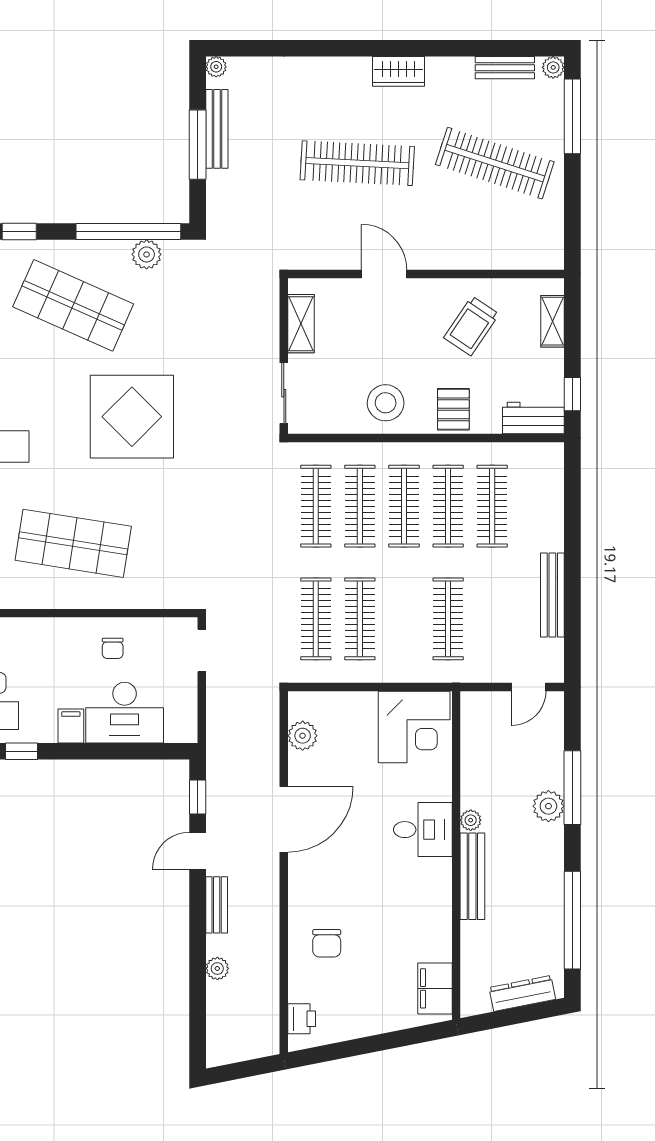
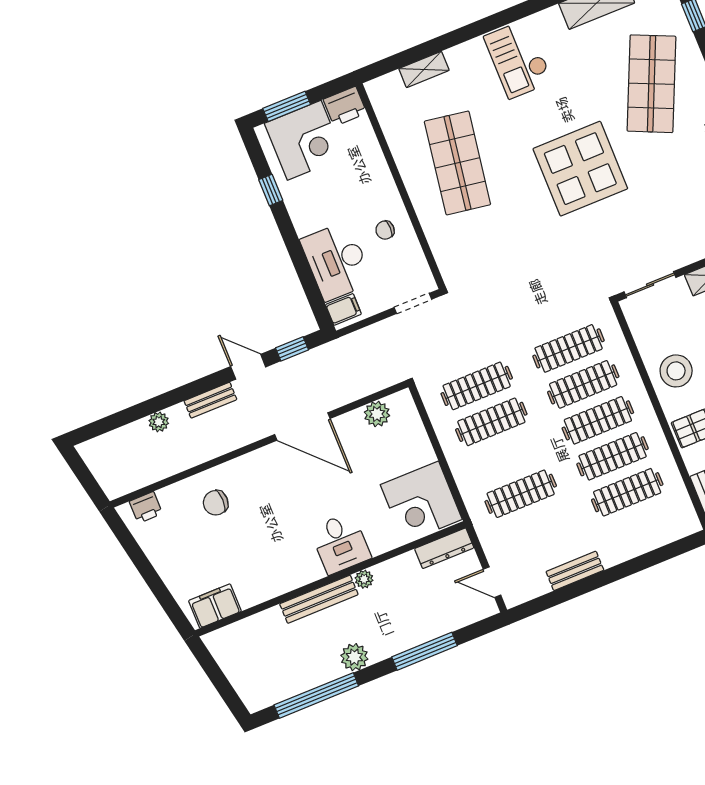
bench: (552, 595) -> (575, 571), width x0.73
filing cabinet: (71, 726) -> (343, 309), moved
plant: (548, 806) -> (354, 657), moved
dresser: (522, 993) -> (444, 548), moved, turned 101

